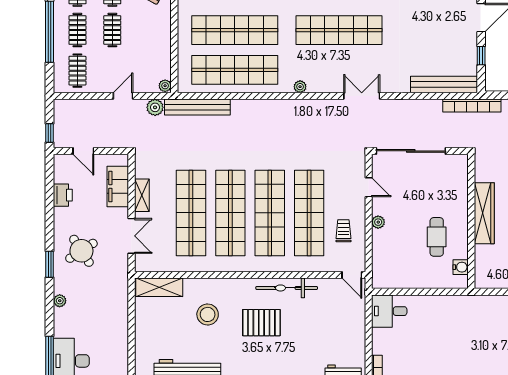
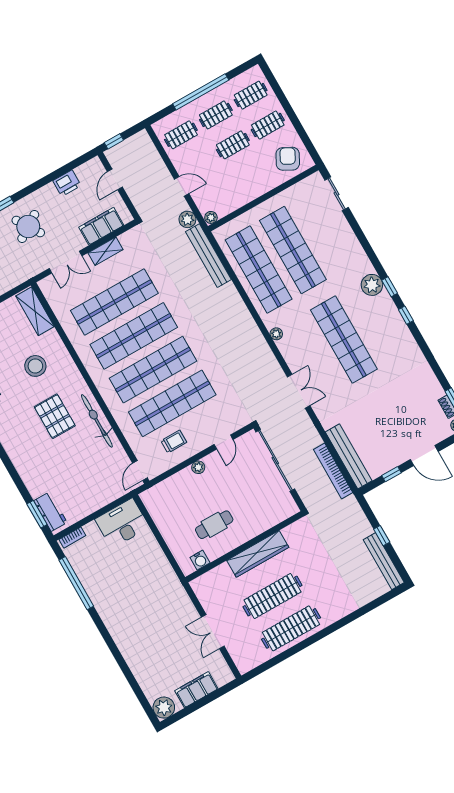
bookcase: (472, 106) -> (333, 471), moved
desk: (389, 311) -> (122, 523), width x1.37

